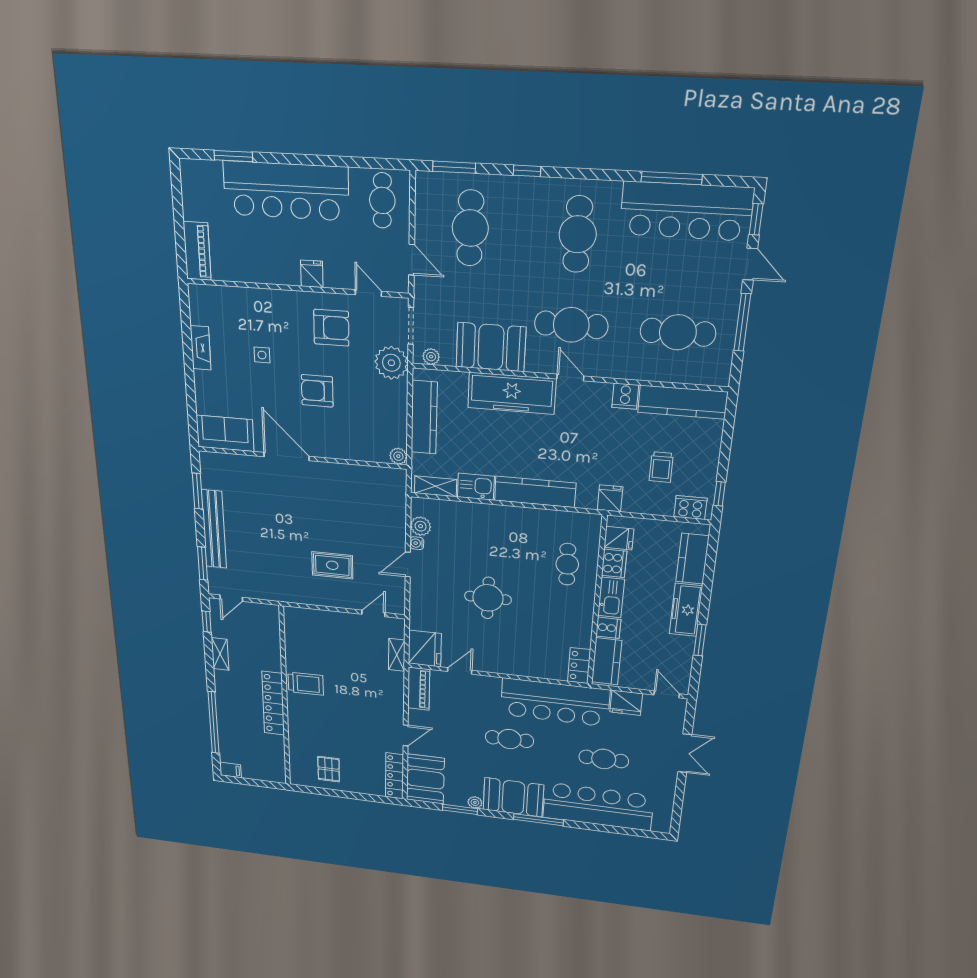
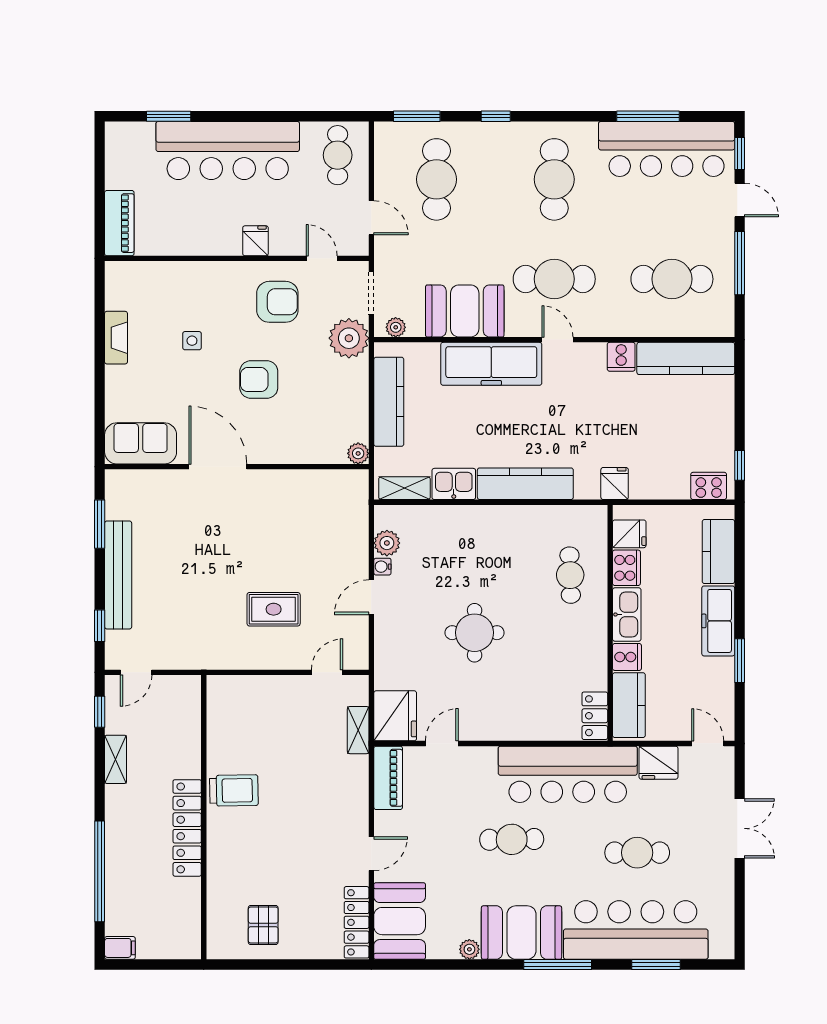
trolley: (661, 467) -> (670, 439), removed
window: (203, 563) -> (100, 626), width x0.67
window: (460, 809) -> (656, 964), moved

